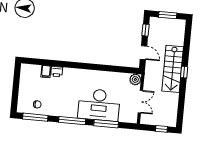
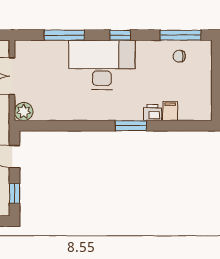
window: (71, 65) -> (131, 126), added
desk: (99, 105) -> (102, 65), moved
window: (72, 121) -> (120, 35), width x0.46

